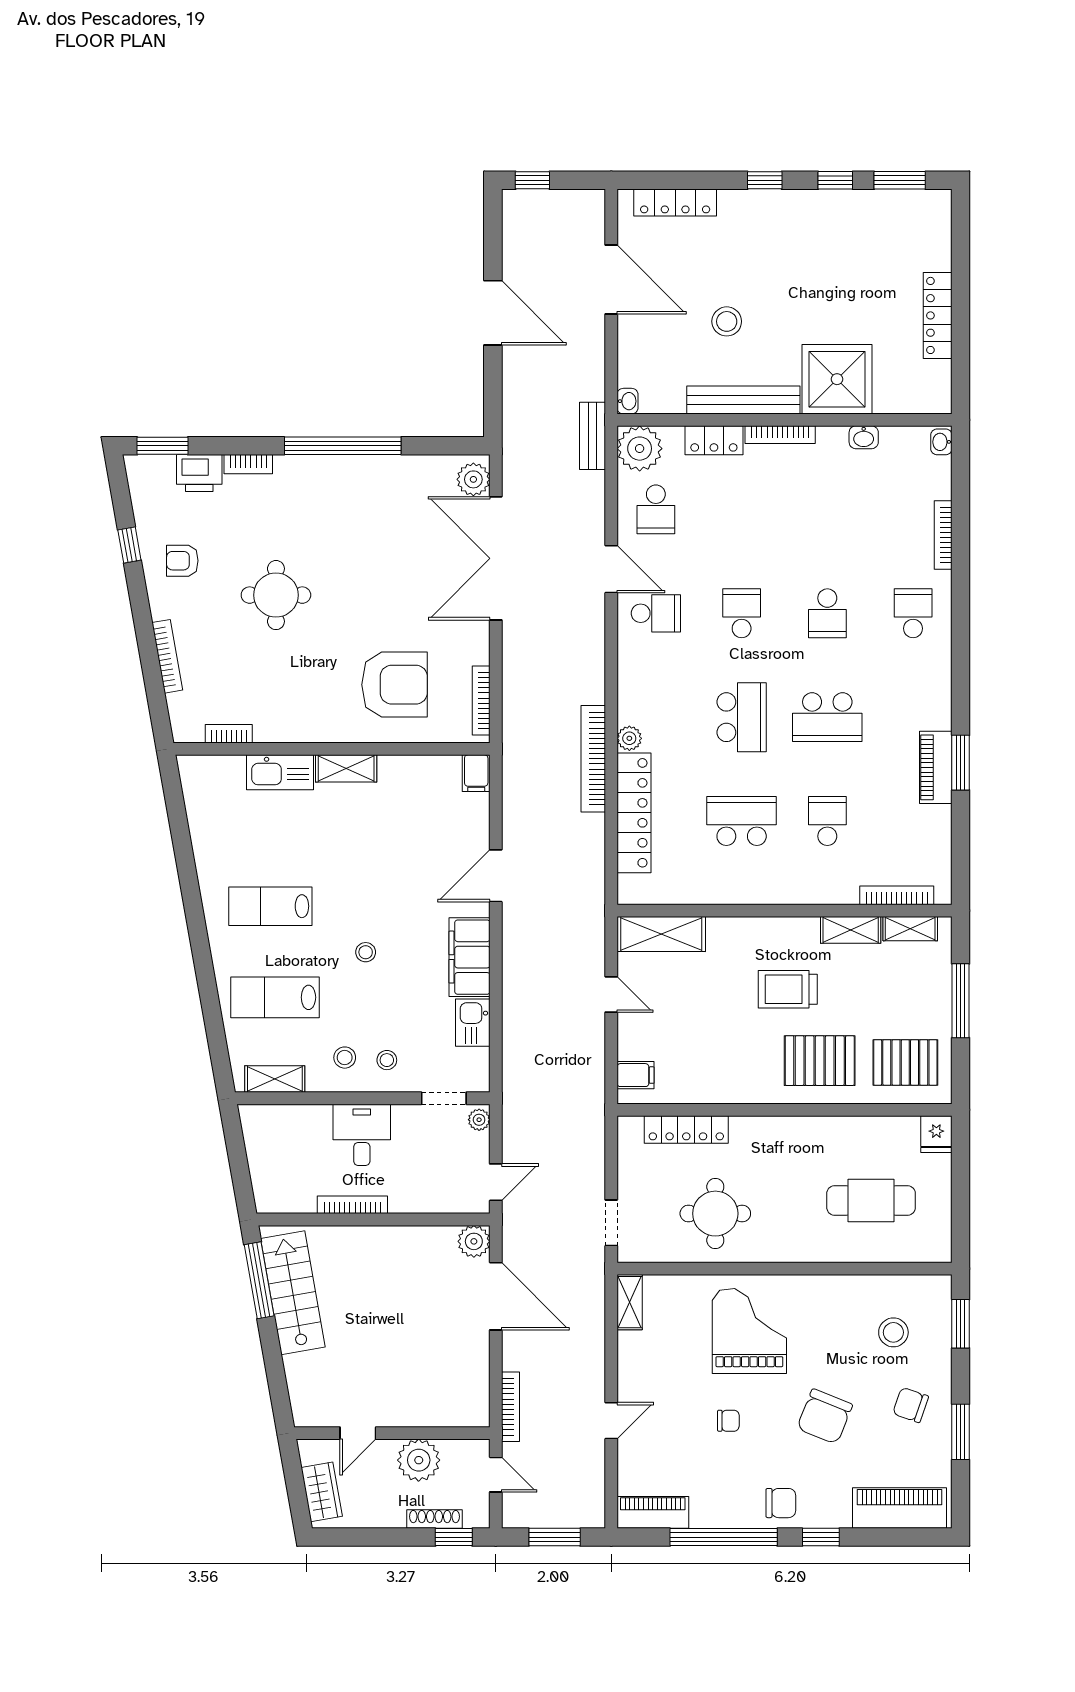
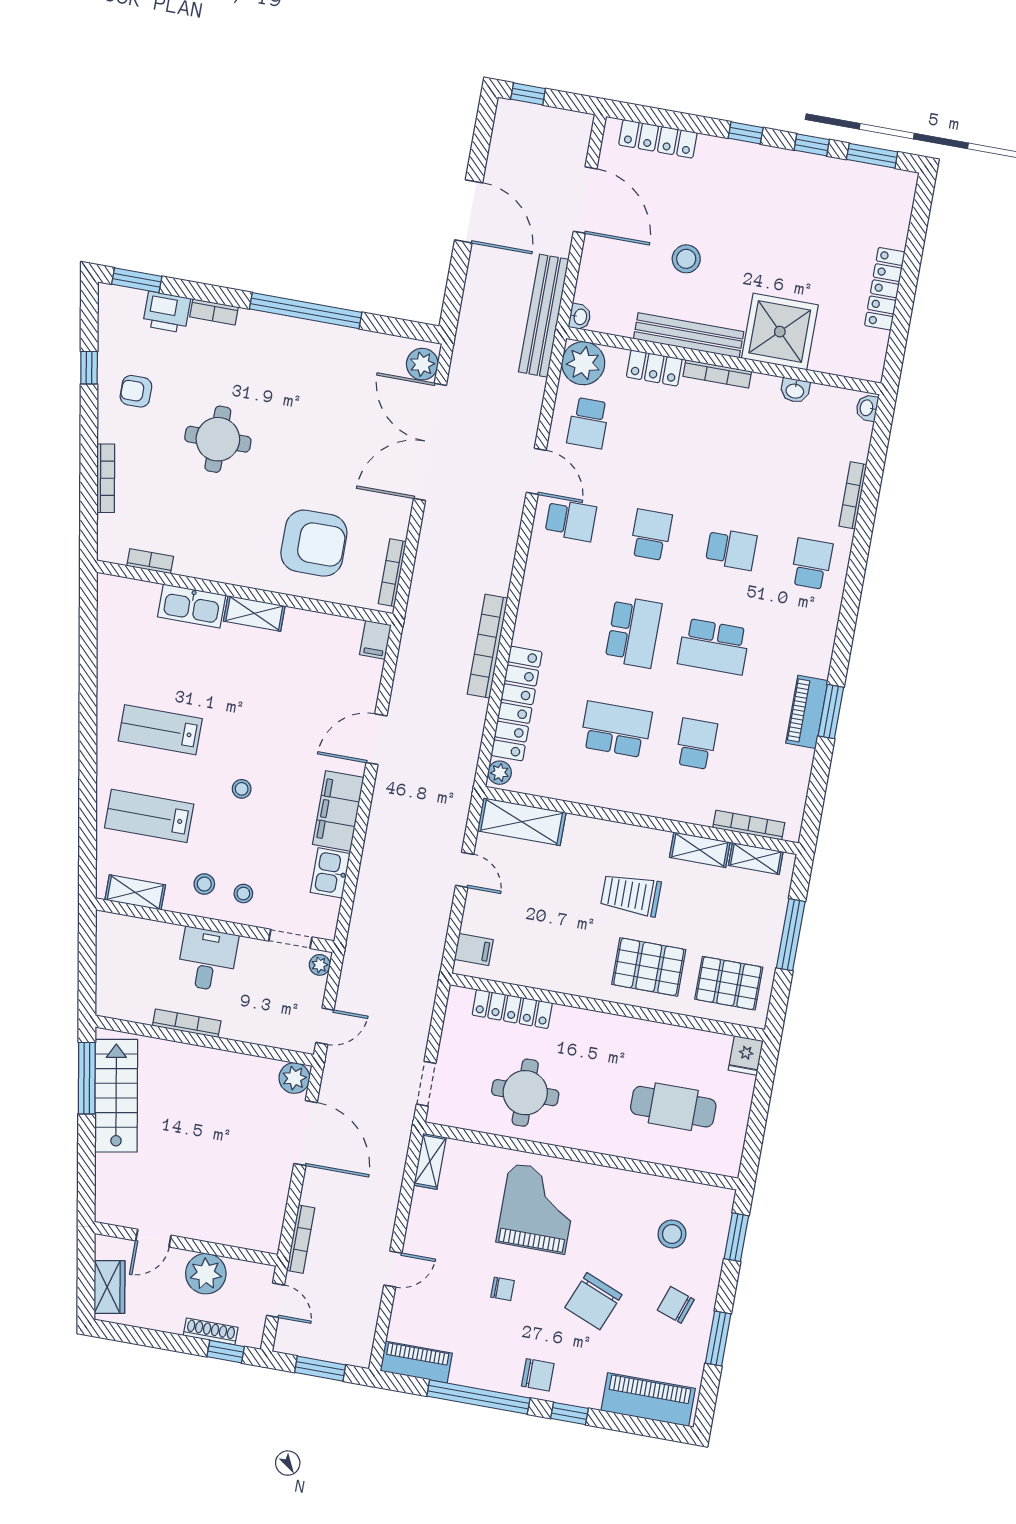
bench: (593, 436) -> (544, 316), width x1.86, depth x1.21
school desk: (827, 613) -> (731, 549), turned -90
plant: (629, 738) -> (500, 773), moved

